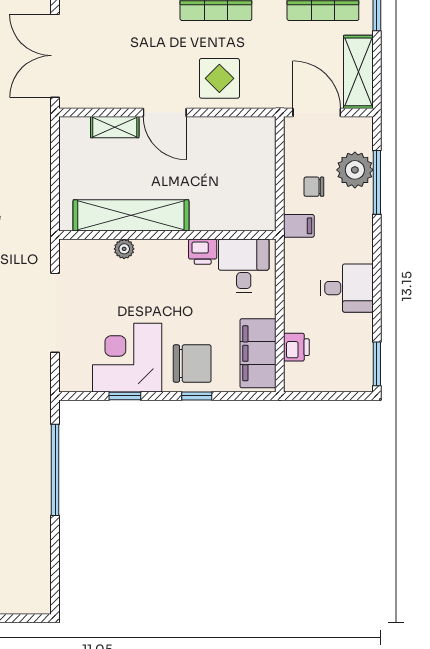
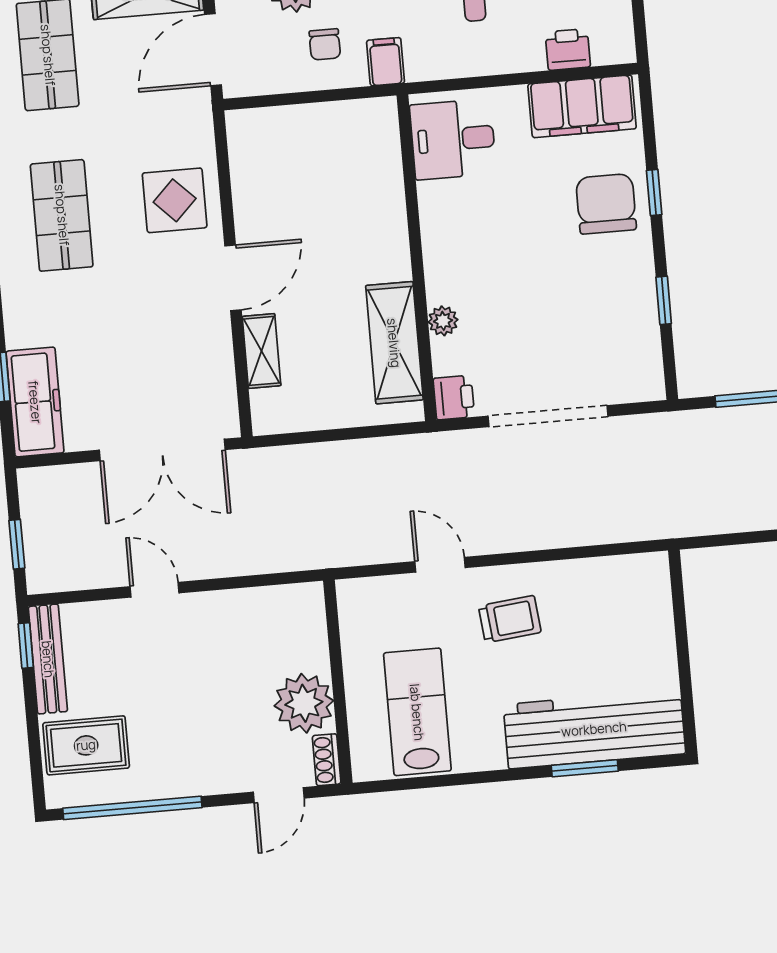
shelving: (131, 215) -> (394, 343), width x0.68
printer: (203, 252) -> (454, 398), moved
corner desk: (127, 358) -> (606, 302), removed

